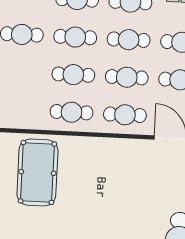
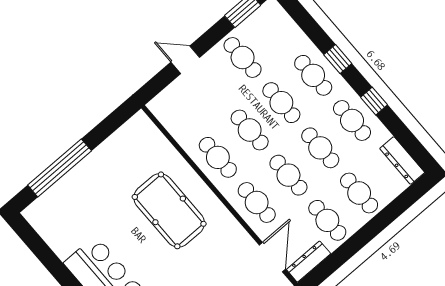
pool table: (37, 172) -> (169, 210), moved, turned 90

